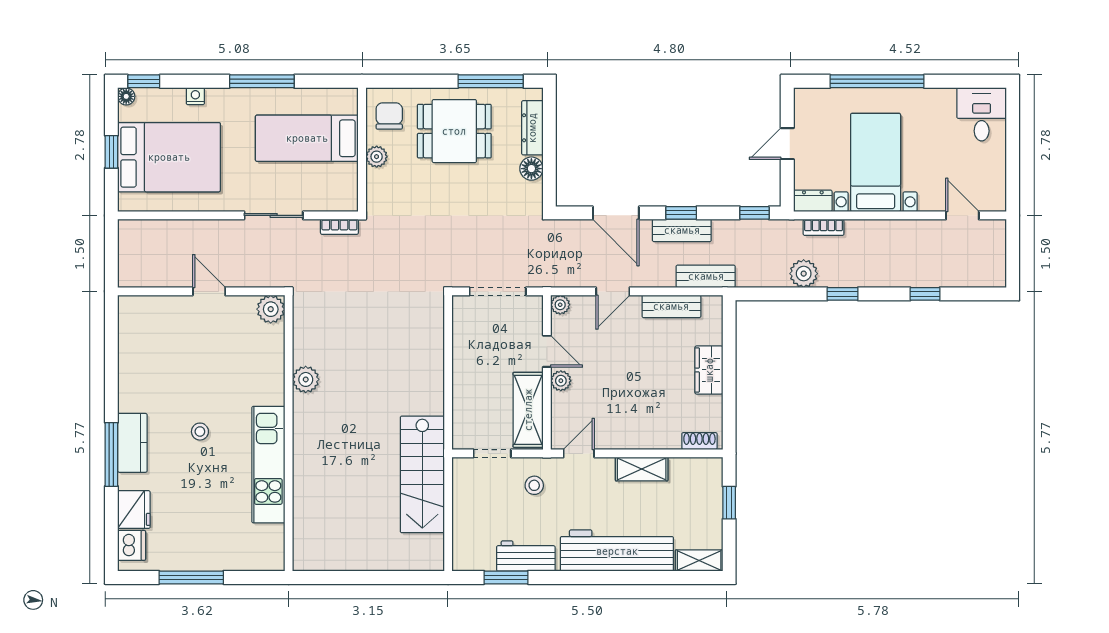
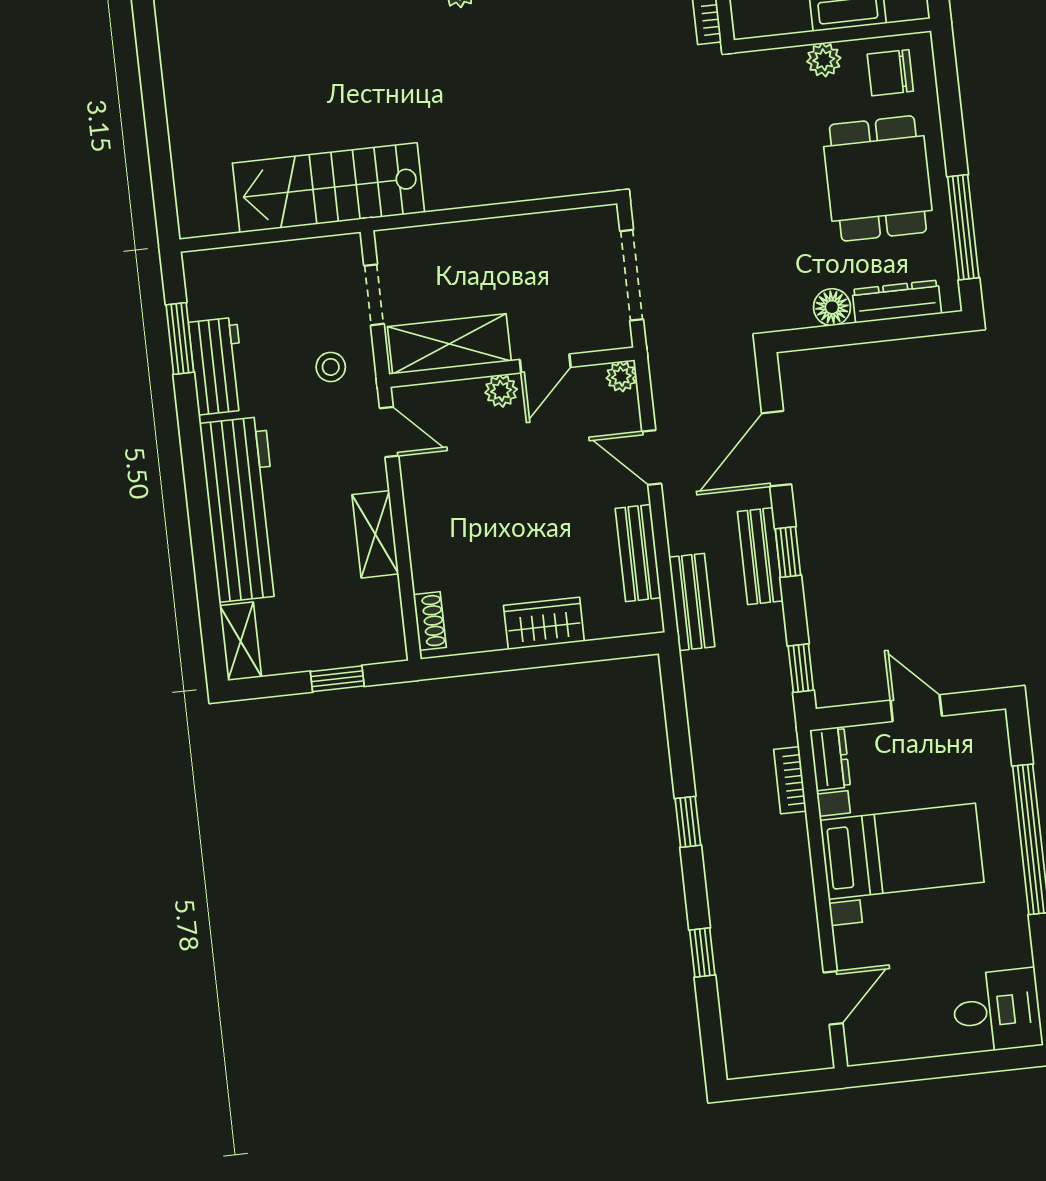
chair: (389, 116) -> (890, 73), turned 180
plant: (804, 274) -> (713, 757), removed

